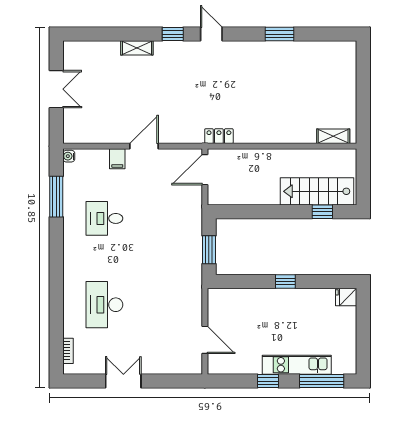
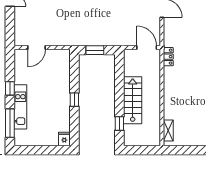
stairs: (317, 191) -> (133, 100), moved

